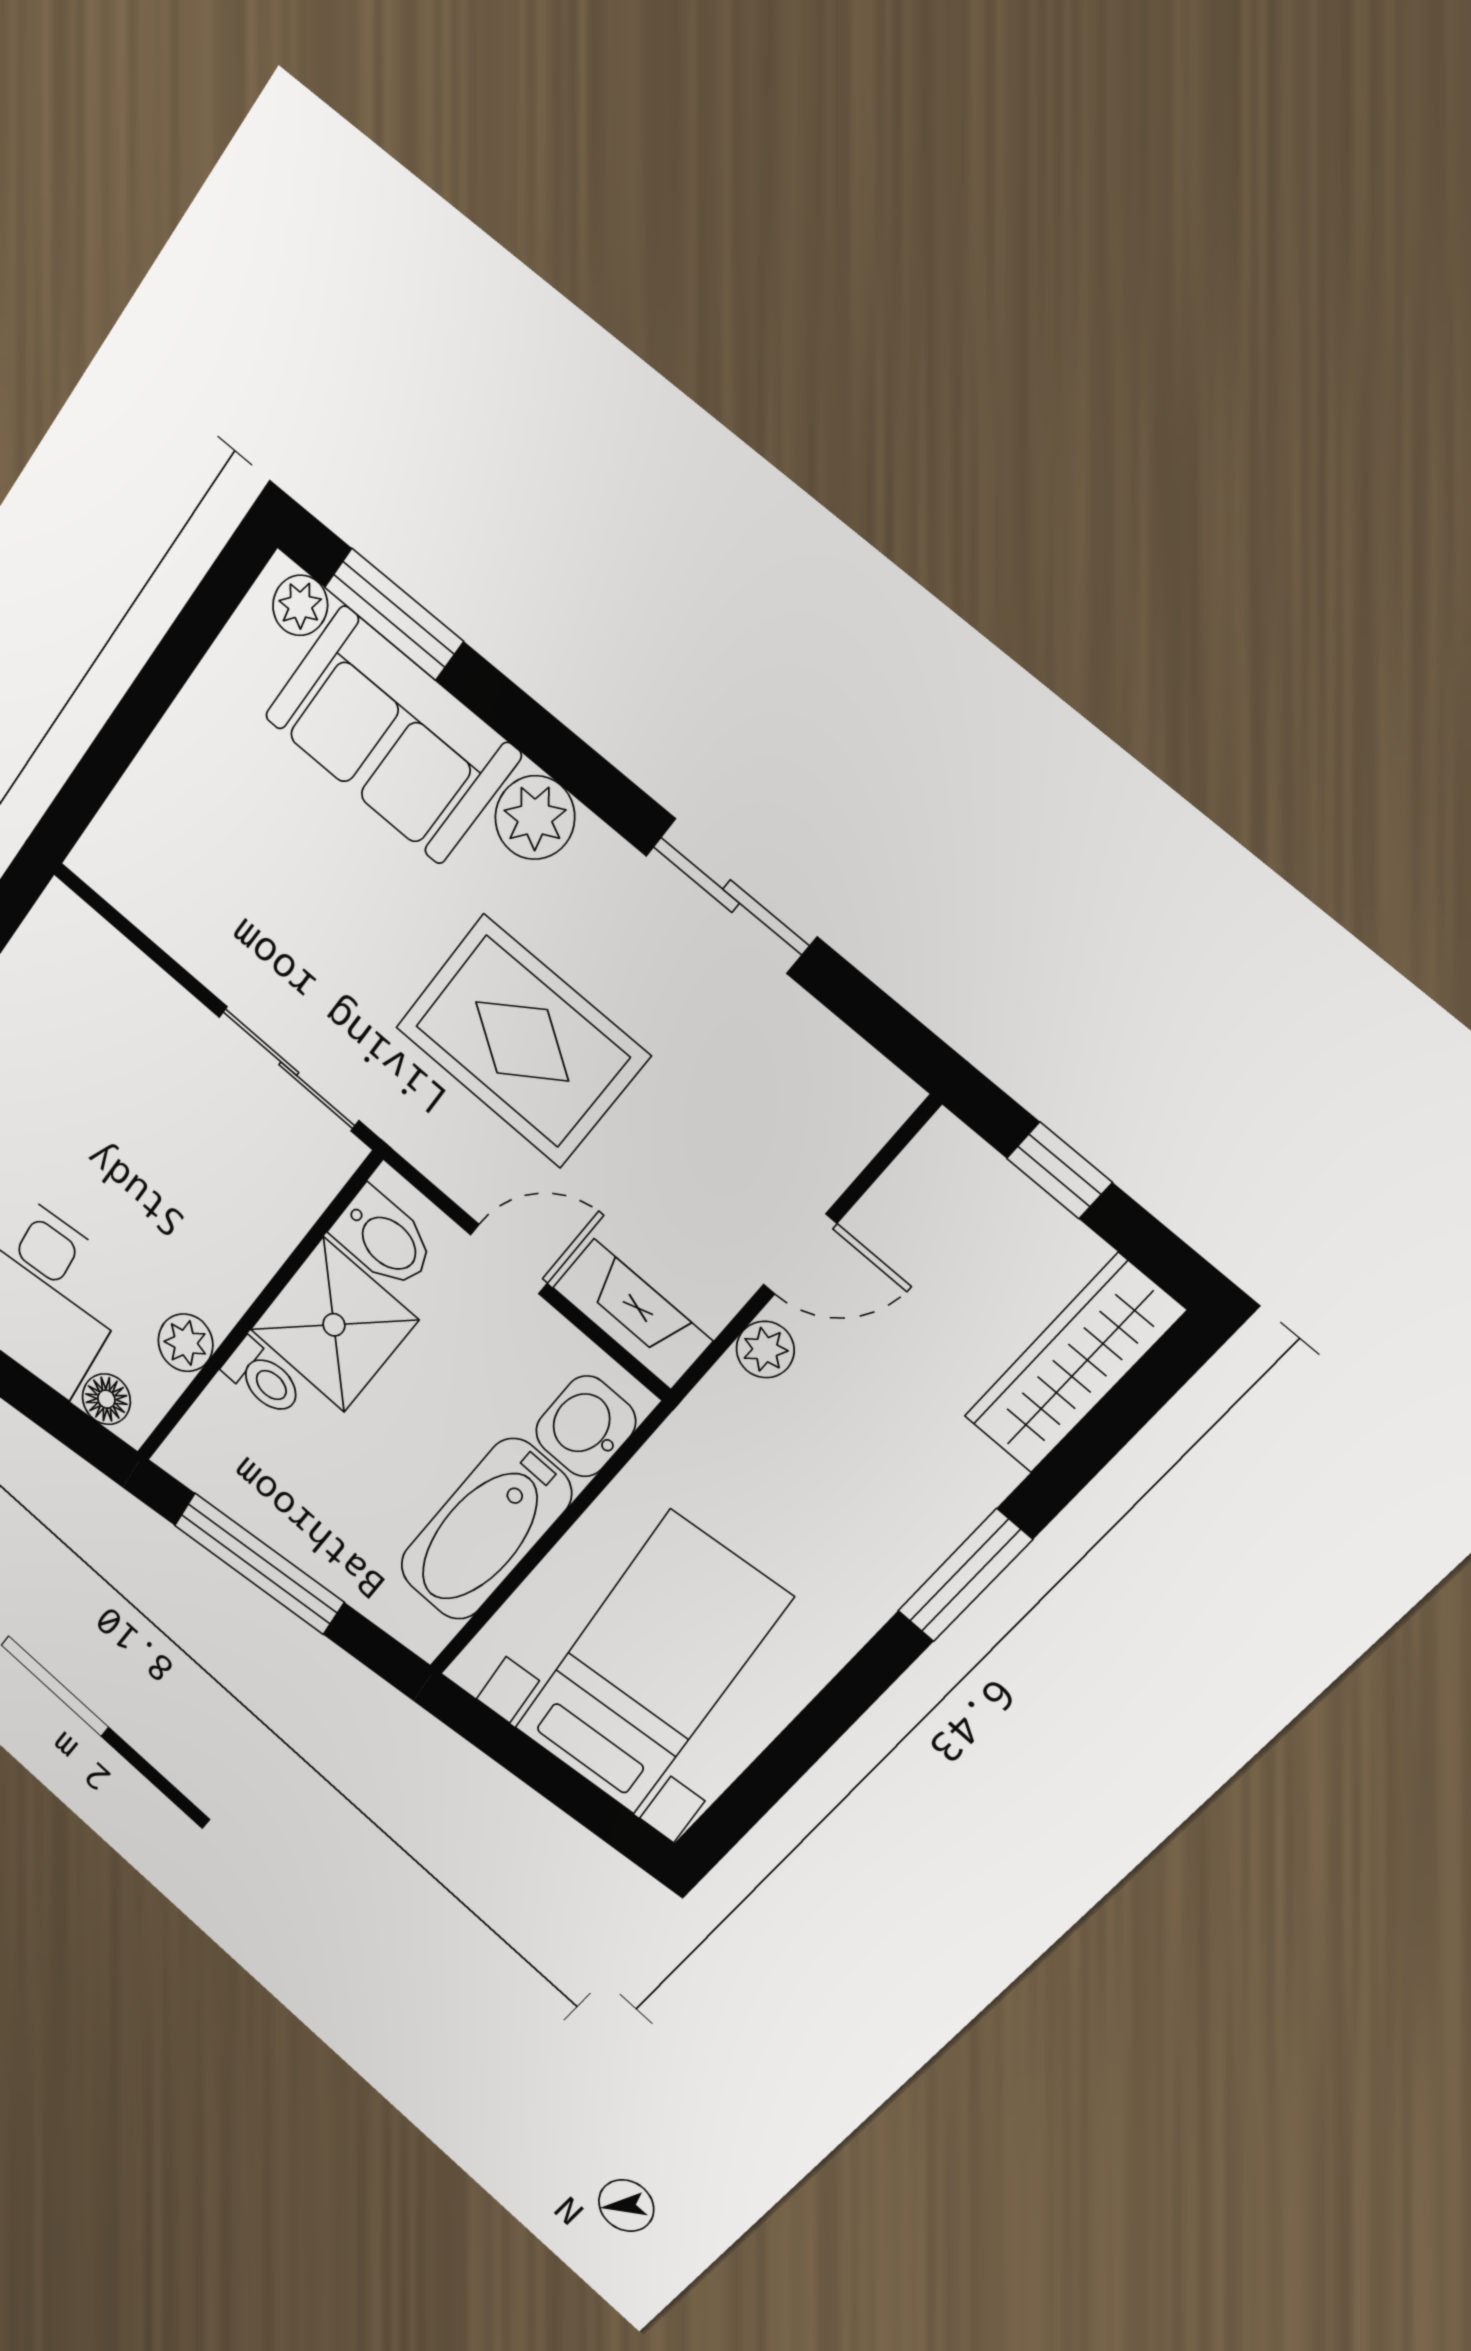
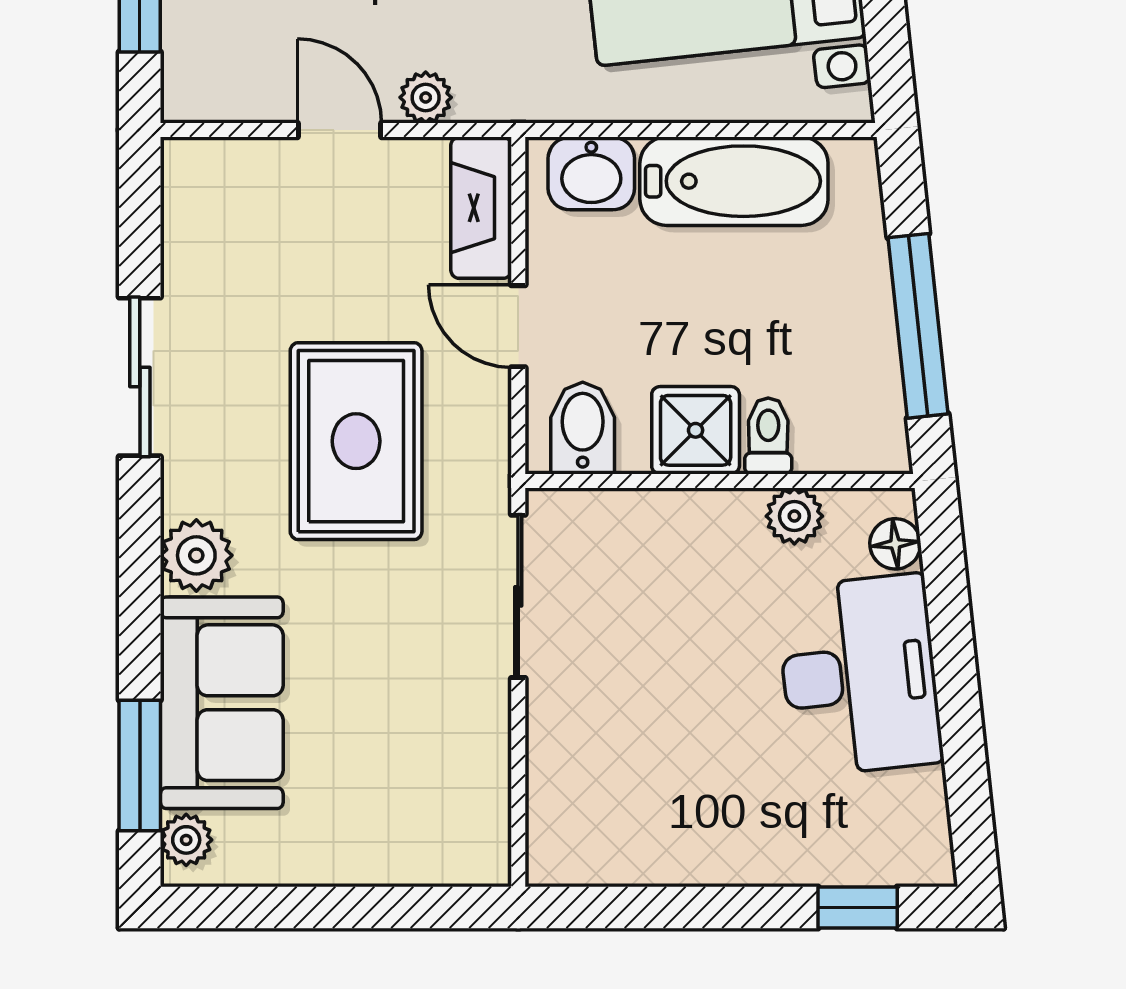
shower: (334, 1325) -> (696, 430), width x0.73, depth x0.73

